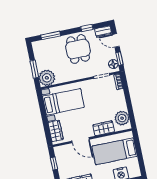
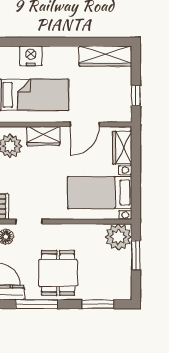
window: (87, 28) -> (37, 304), width x2.17
door: (81, 140) -> (85, 124), swing flipped

